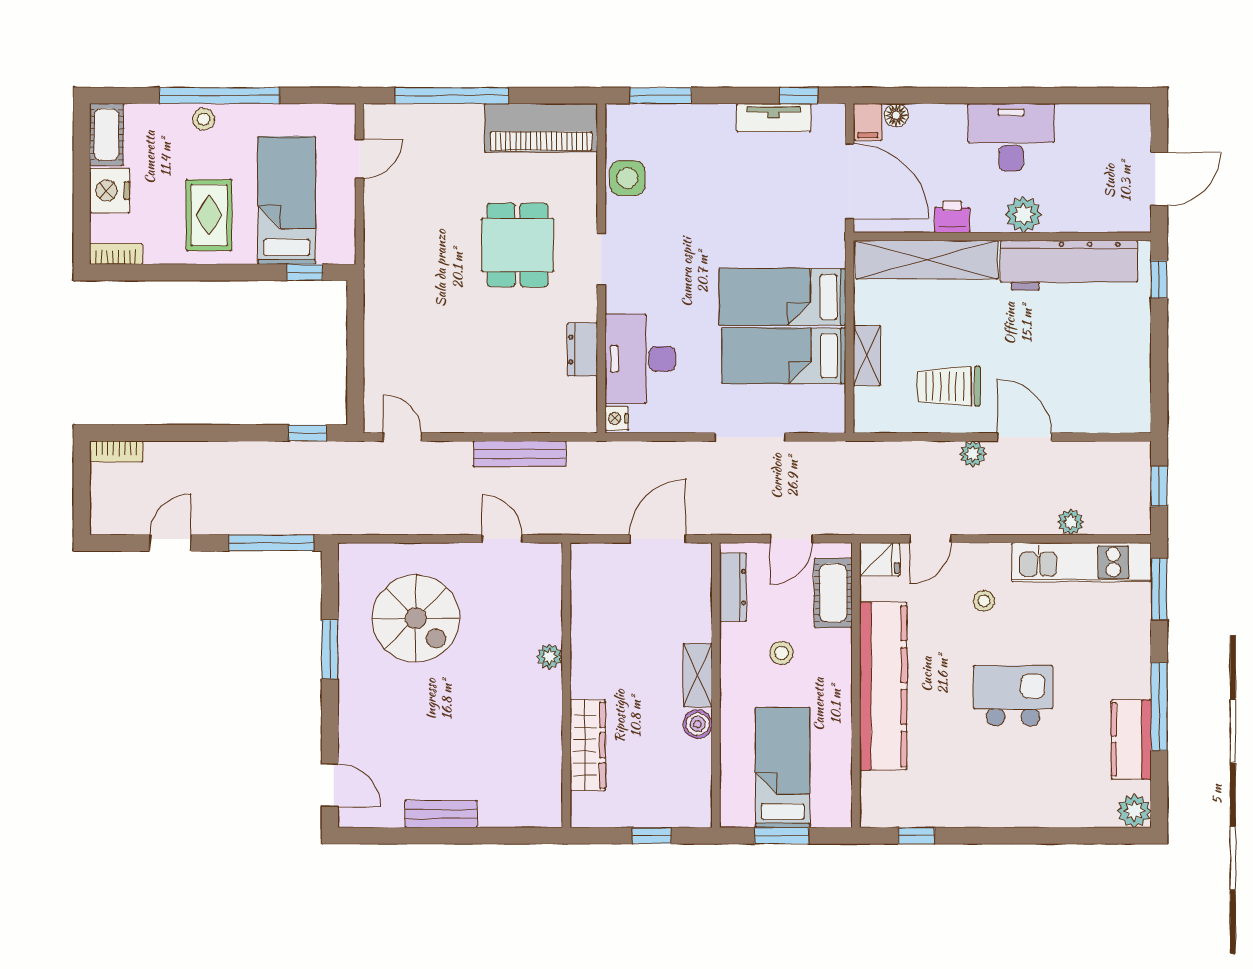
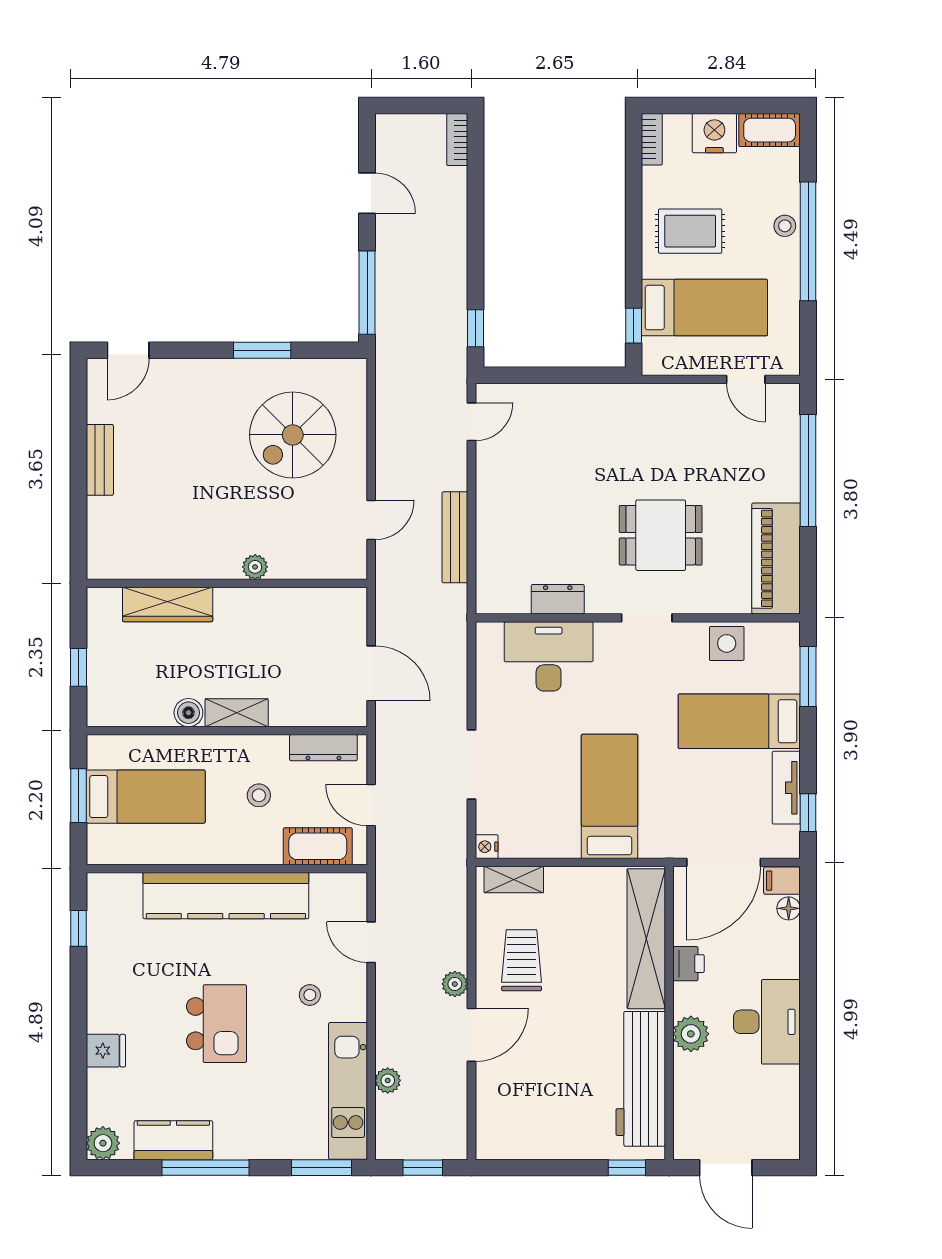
shelving: (867, 355) -> (514, 880), moved
bed: (784, 356) -> (739, 721), moved, turned -90
nightstand: (617, 418) -> (487, 847), moved, turned -90
fridge: (880, 559) -> (106, 1051), moved, turned -90

